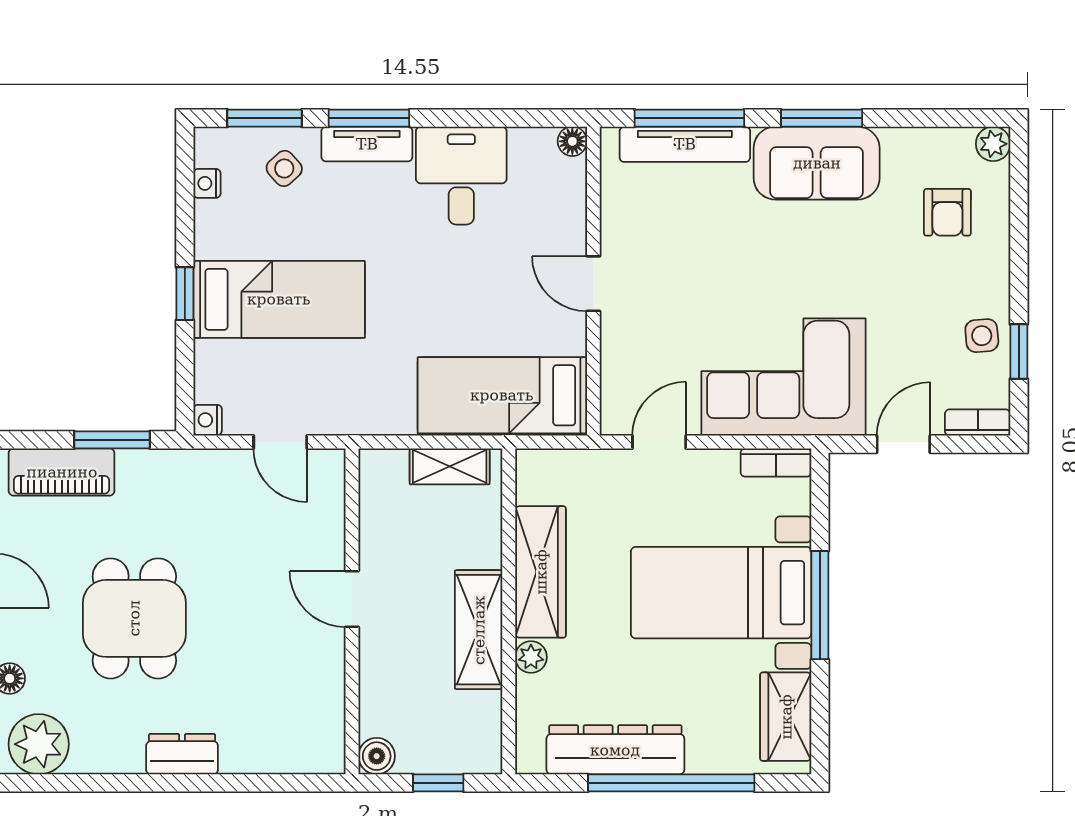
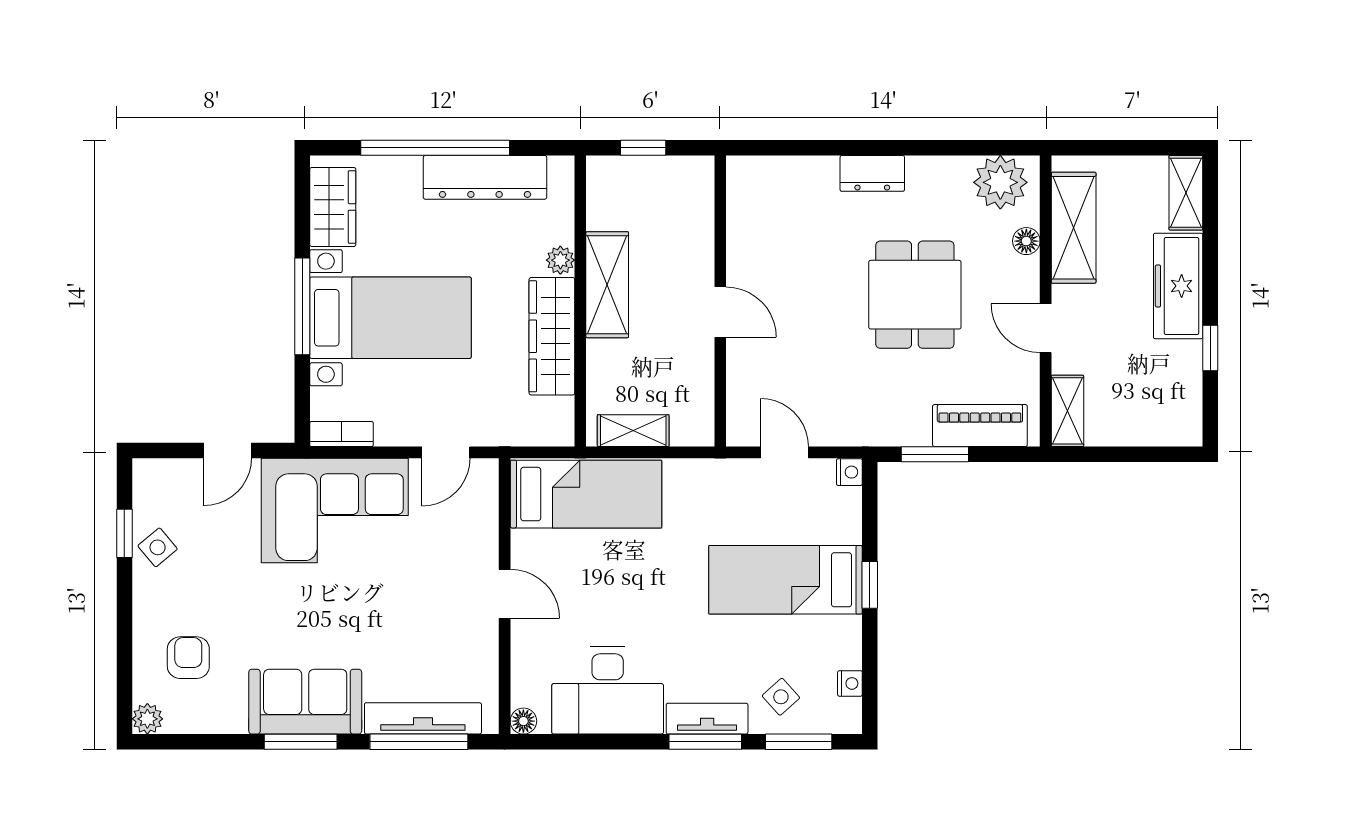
desk: (461, 176) -> (608, 690), width x1.37
side table: (982, 336) -> (158, 547), turned -35
bookcase: (978, 423) -> (161, 470), removed
boiler: (377, 756) -> (698, 172), removed

